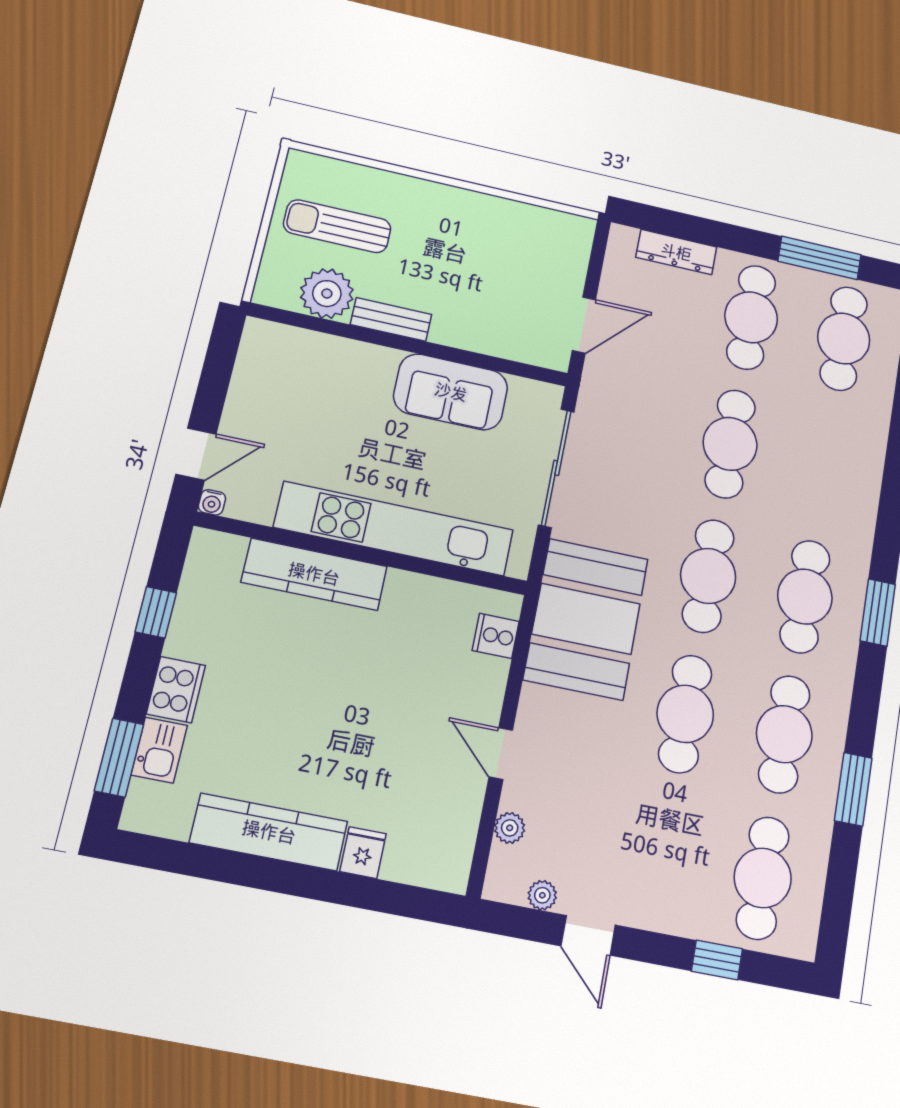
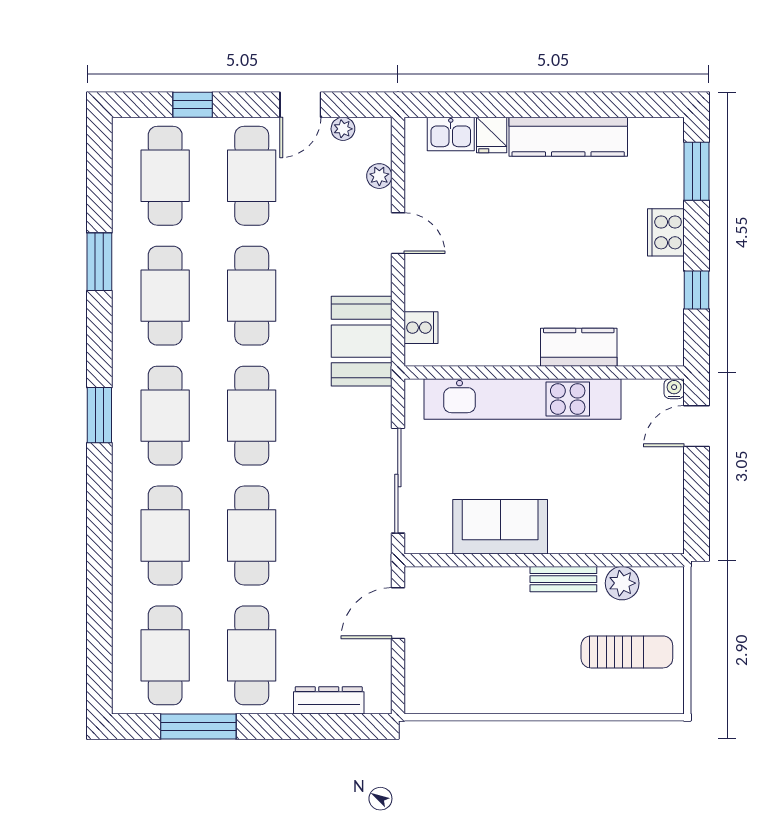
plant: (327, 294) -> (622, 583), width x0.73, depth x0.73
cafe table: (825, 465) -> (165, 536), added
kitchen counter: (314, 574) -> (579, 347), width x0.67
booth: (586, 619) -> (362, 341), width x0.73, depth x0.70
kitchen sink: (159, 750) -> (451, 134), moved, turned -90
cafe table: (661, 858) -> (252, 176), added
door: (588, 935) -> (300, 105), swing flipped

